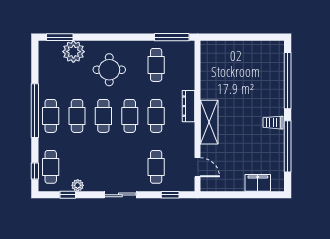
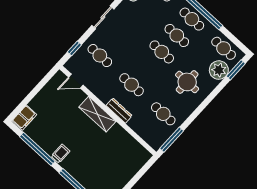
cafe table: (130, 116) -> (224, 48), moved
filing cabinet: (258, 183) -> (24, 118), moved

